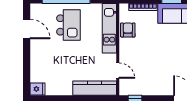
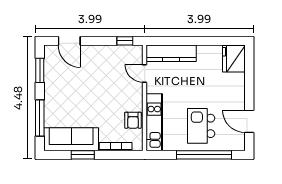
fridge: (38, 89) -> (234, 59), width x1.88, depth x1.34

